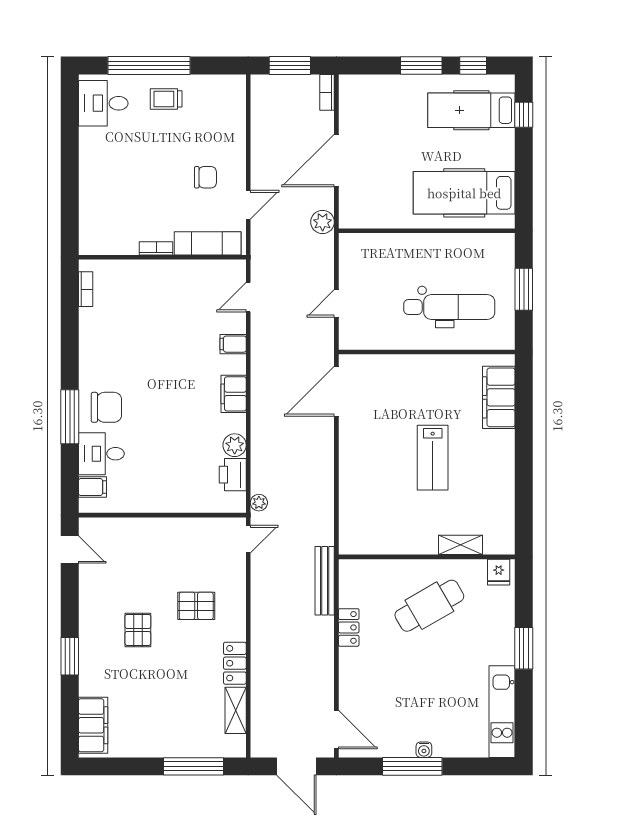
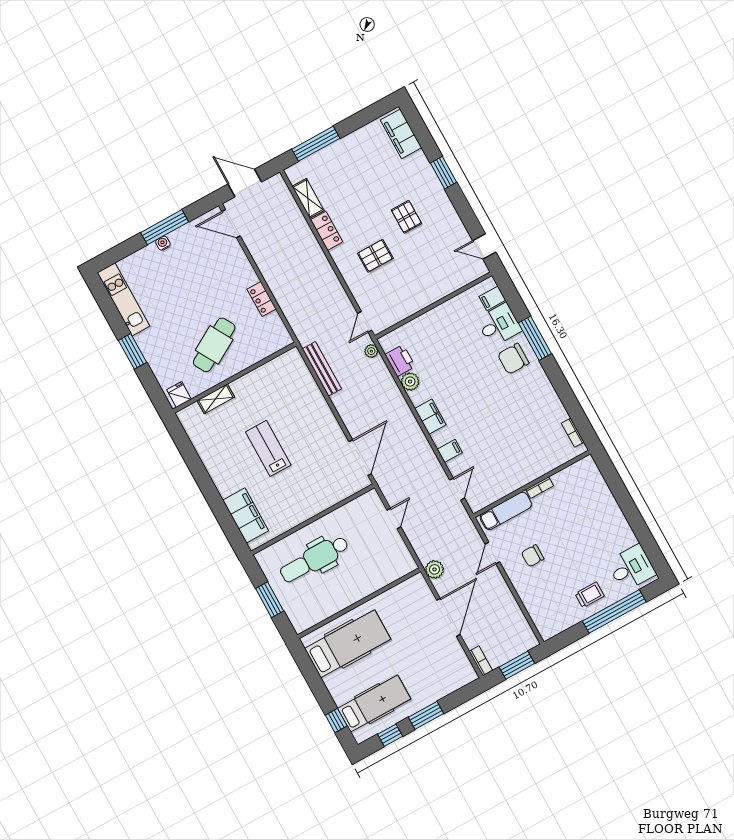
bench: (325, 581) -> (322, 369), moved

